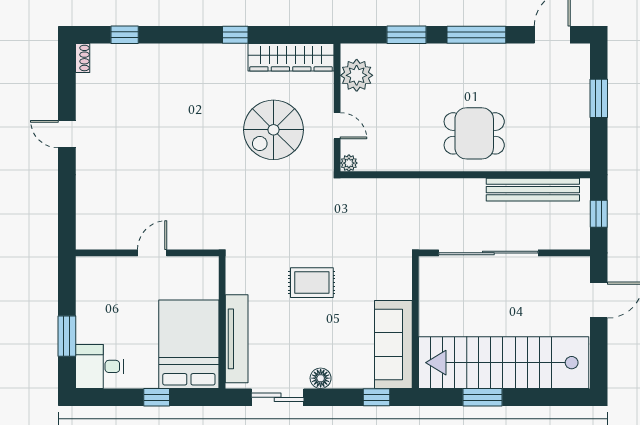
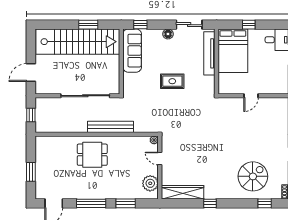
spiral stairs: (273, 130) -> (253, 176), moved
bench: (533, 190) -> (111, 127), moved

